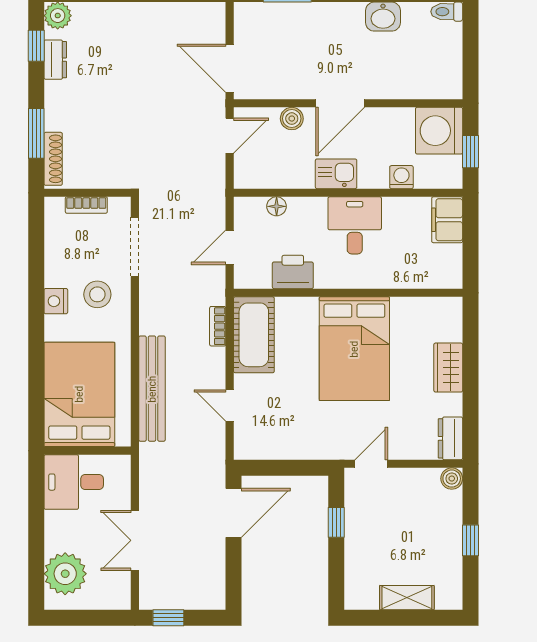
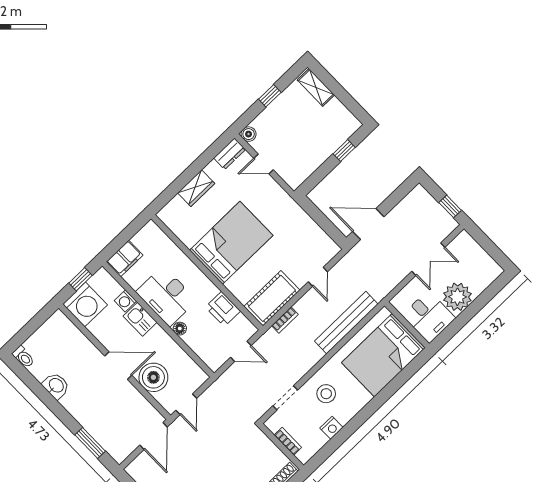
boiler: (292, 119) -> (153, 377), width x1.86, depth x1.86
door: (230, 136) -> (186, 404), swing flipped
kitchen sink: (336, 174) -> (140, 319), moved
floor lamp: (277, 206) -> (180, 329), moved
desk: (355, 225) -> (166, 296), width x1.37
doorway: (135, 247) -> (285, 398), width x0.73
nightstand: (56, 301) -> (331, 428), moved
door: (371, 464) -> (264, 164), moved
window: (336, 522) -> (344, 151), moved
plant: (65, 574) -> (457, 297), moved
shelving: (407, 598) -> (316, 87), moved

